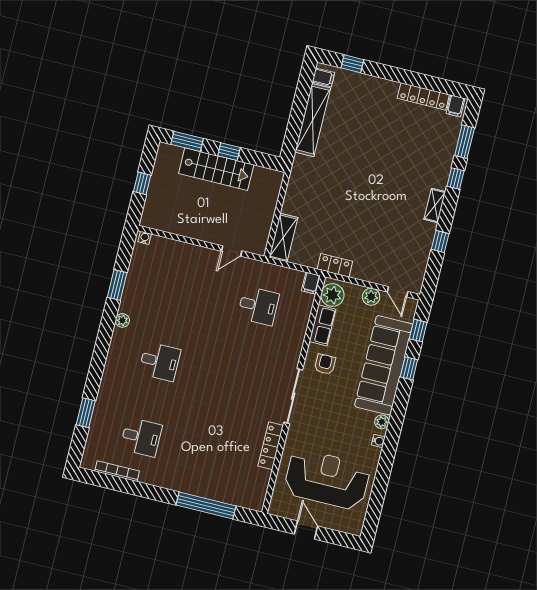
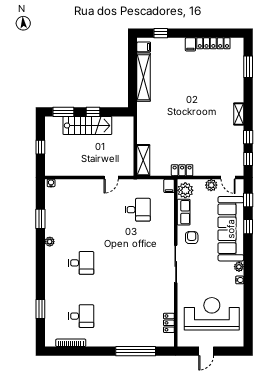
filing cabinet: (456, 106) -> (190, 44), moved
window: (456, 178) -> (248, 159), moved
locker: (271, 446) -> (169, 323), moved, width x0.66
door: (306, 530) -> (206, 351), swing flipped

